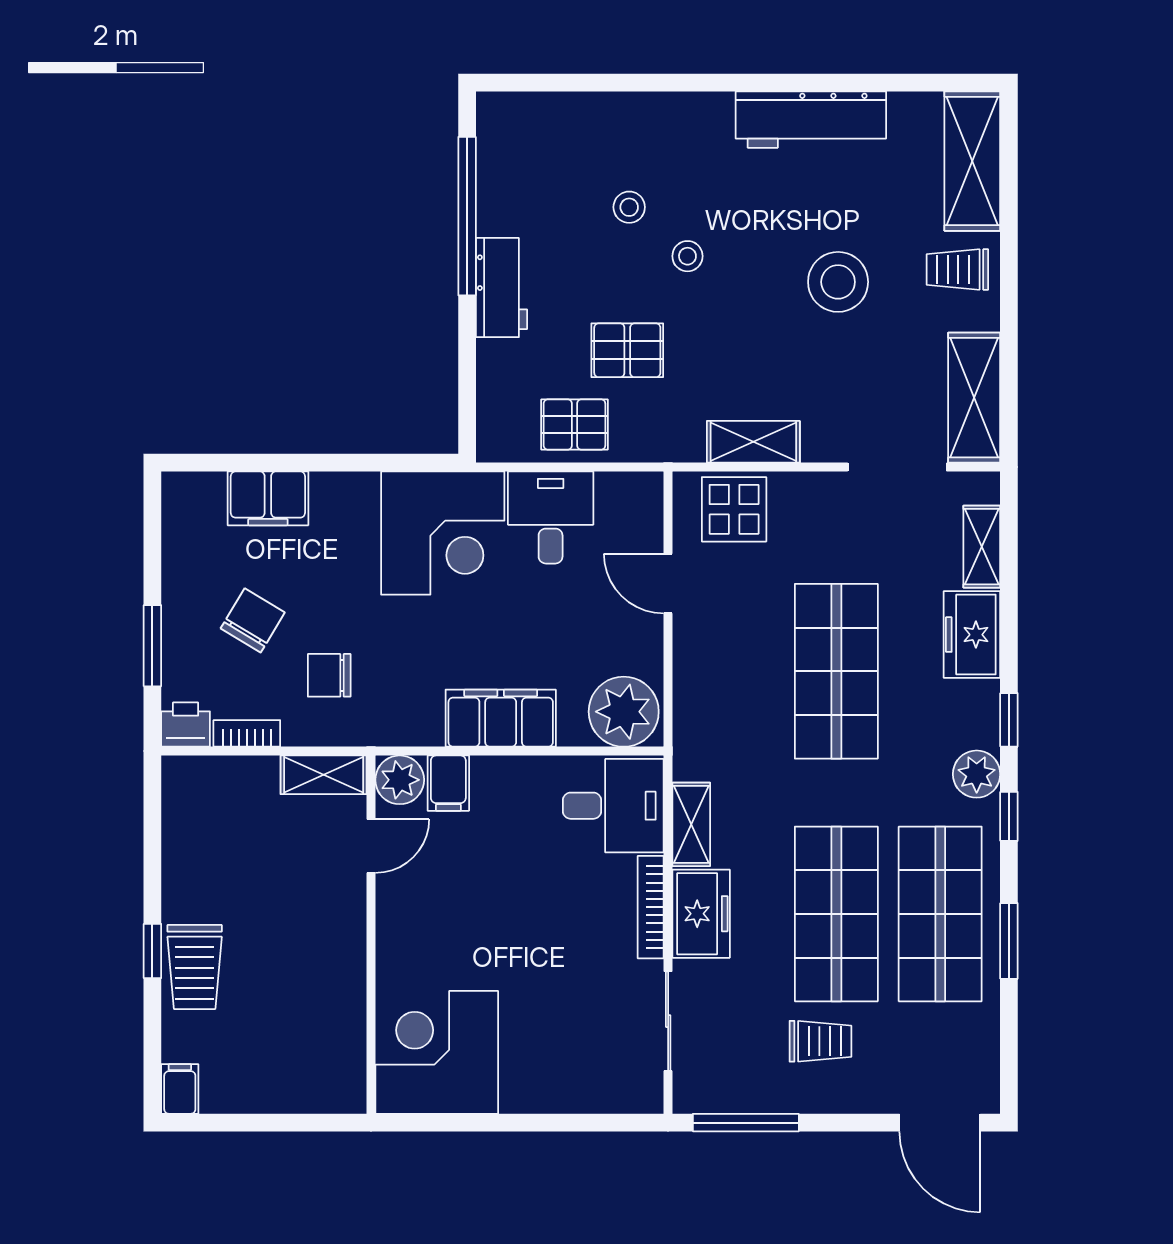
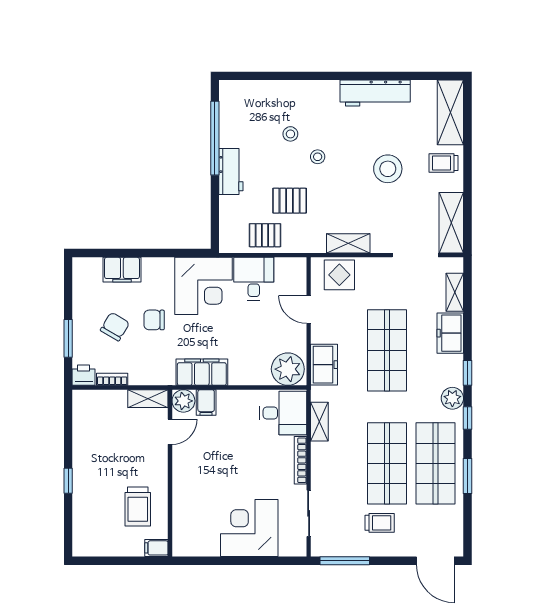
chair: (329, 675) -> (154, 320), moved
filing cabinet: (501, 718) -> (202, 372), moved
freezer: (701, 914) -> (324, 365), moved
trolley: (195, 967) -> (138, 507), moved
corner desk: (437, 1052) -> (249, 528), moved
filing cabinet: (180, 1089) -> (156, 548), moved, turned -90

